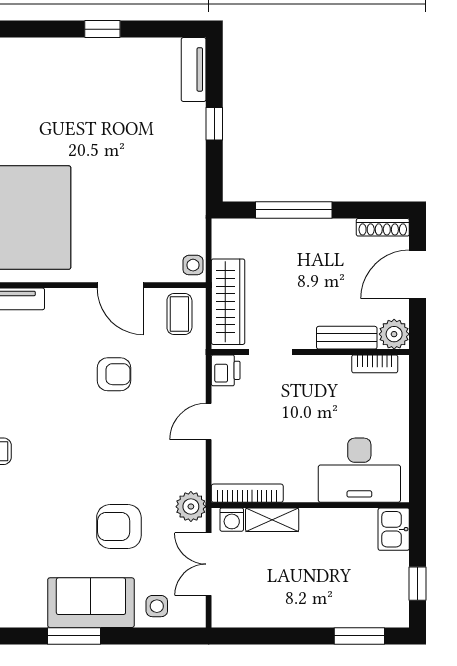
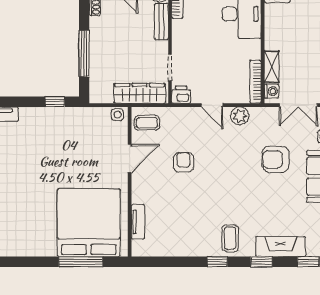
window: (214, 124) -> (55, 102), moved
plant: (191, 507) -> (240, 116), moved
armchair: (119, 526) -> (276, 159), turned 90

